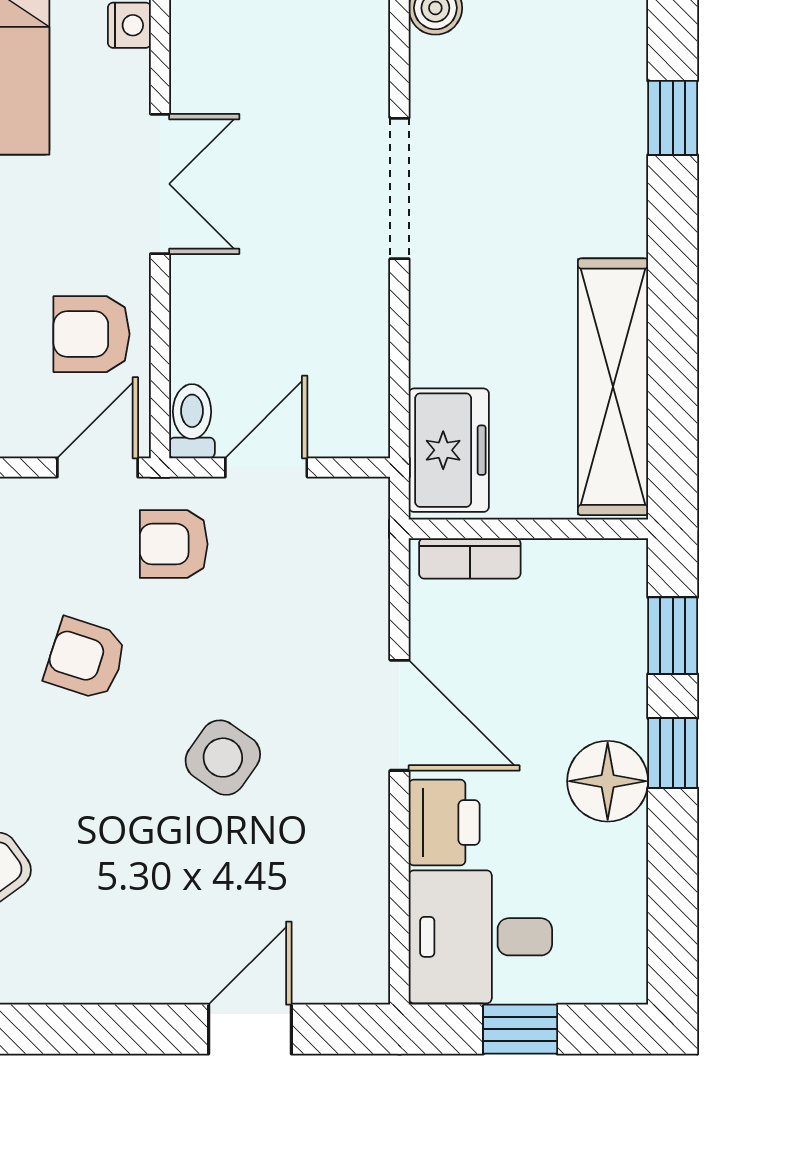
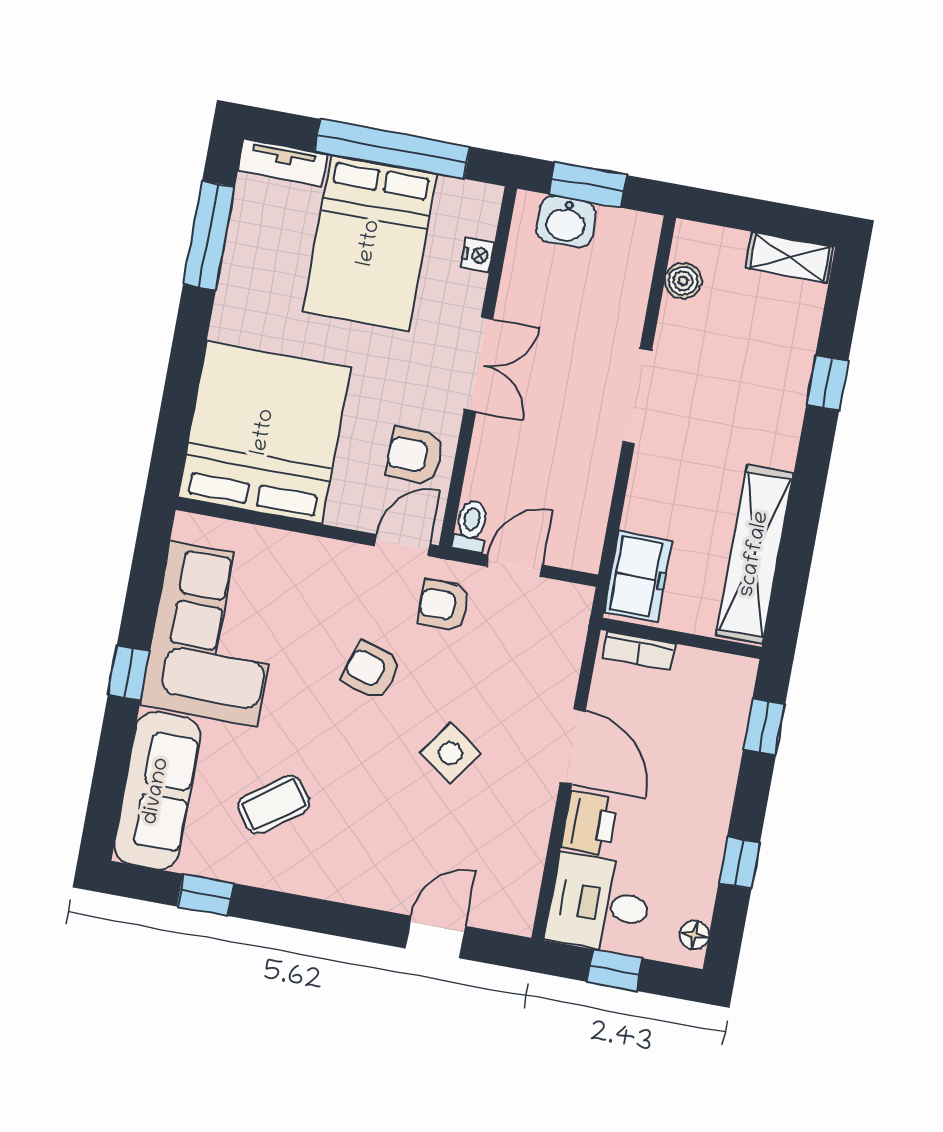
window: (673, 753) -> (739, 863), moved
floor lamp: (608, 781) -> (694, 935), moved, width x0.53, depth x0.53

